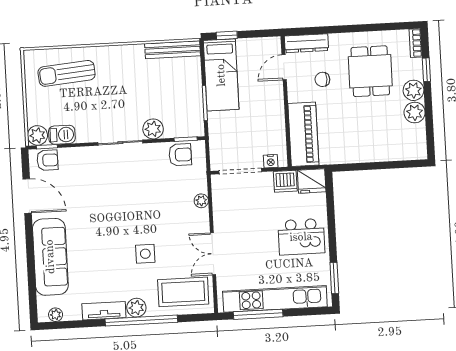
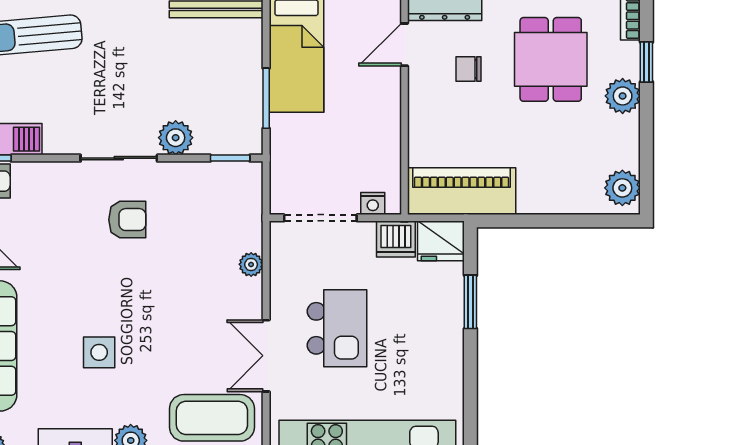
plant: (415, 113) -> (622, 188), moved
piano: (303, 134) -> (462, 191), moved, turned -90
armchair: (180, 155) -> (127, 220), moved
kitchen island: (301, 237) -> (337, 328), moved, turned -90
side table: (145, 254) -> (99, 352), moved
window: (334, 278) -> (470, 302), moved

